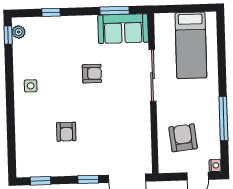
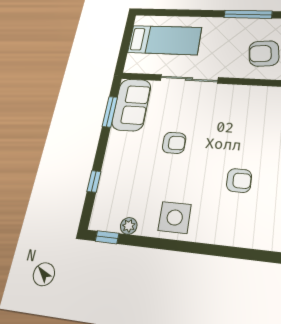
plant: (19, 32) -> (129, 226), moved
armchair: (92, 74) -> (174, 143), turned 90
side table: (31, 86) -> (175, 218), width x1.87, depth x1.87

